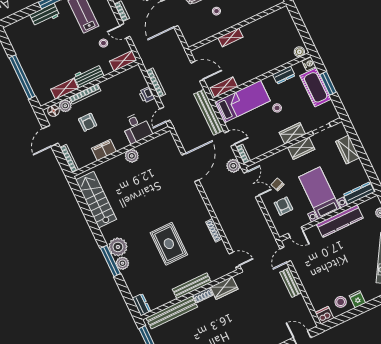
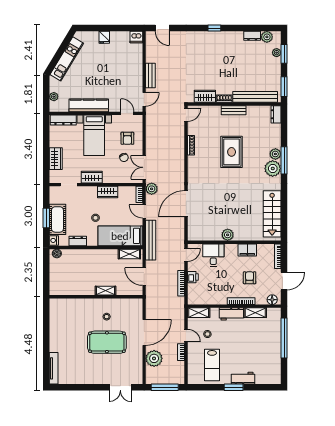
plant: (65, 106) -> (261, 299), removed
wardrobe: (292, 133) -> (108, 192), moved
door: (234, 260) -> (186, 115), swing flipped
bench: (192, 286) -> (234, 110), width x0.73
stool: (341, 302) -> (119, 42), removed

